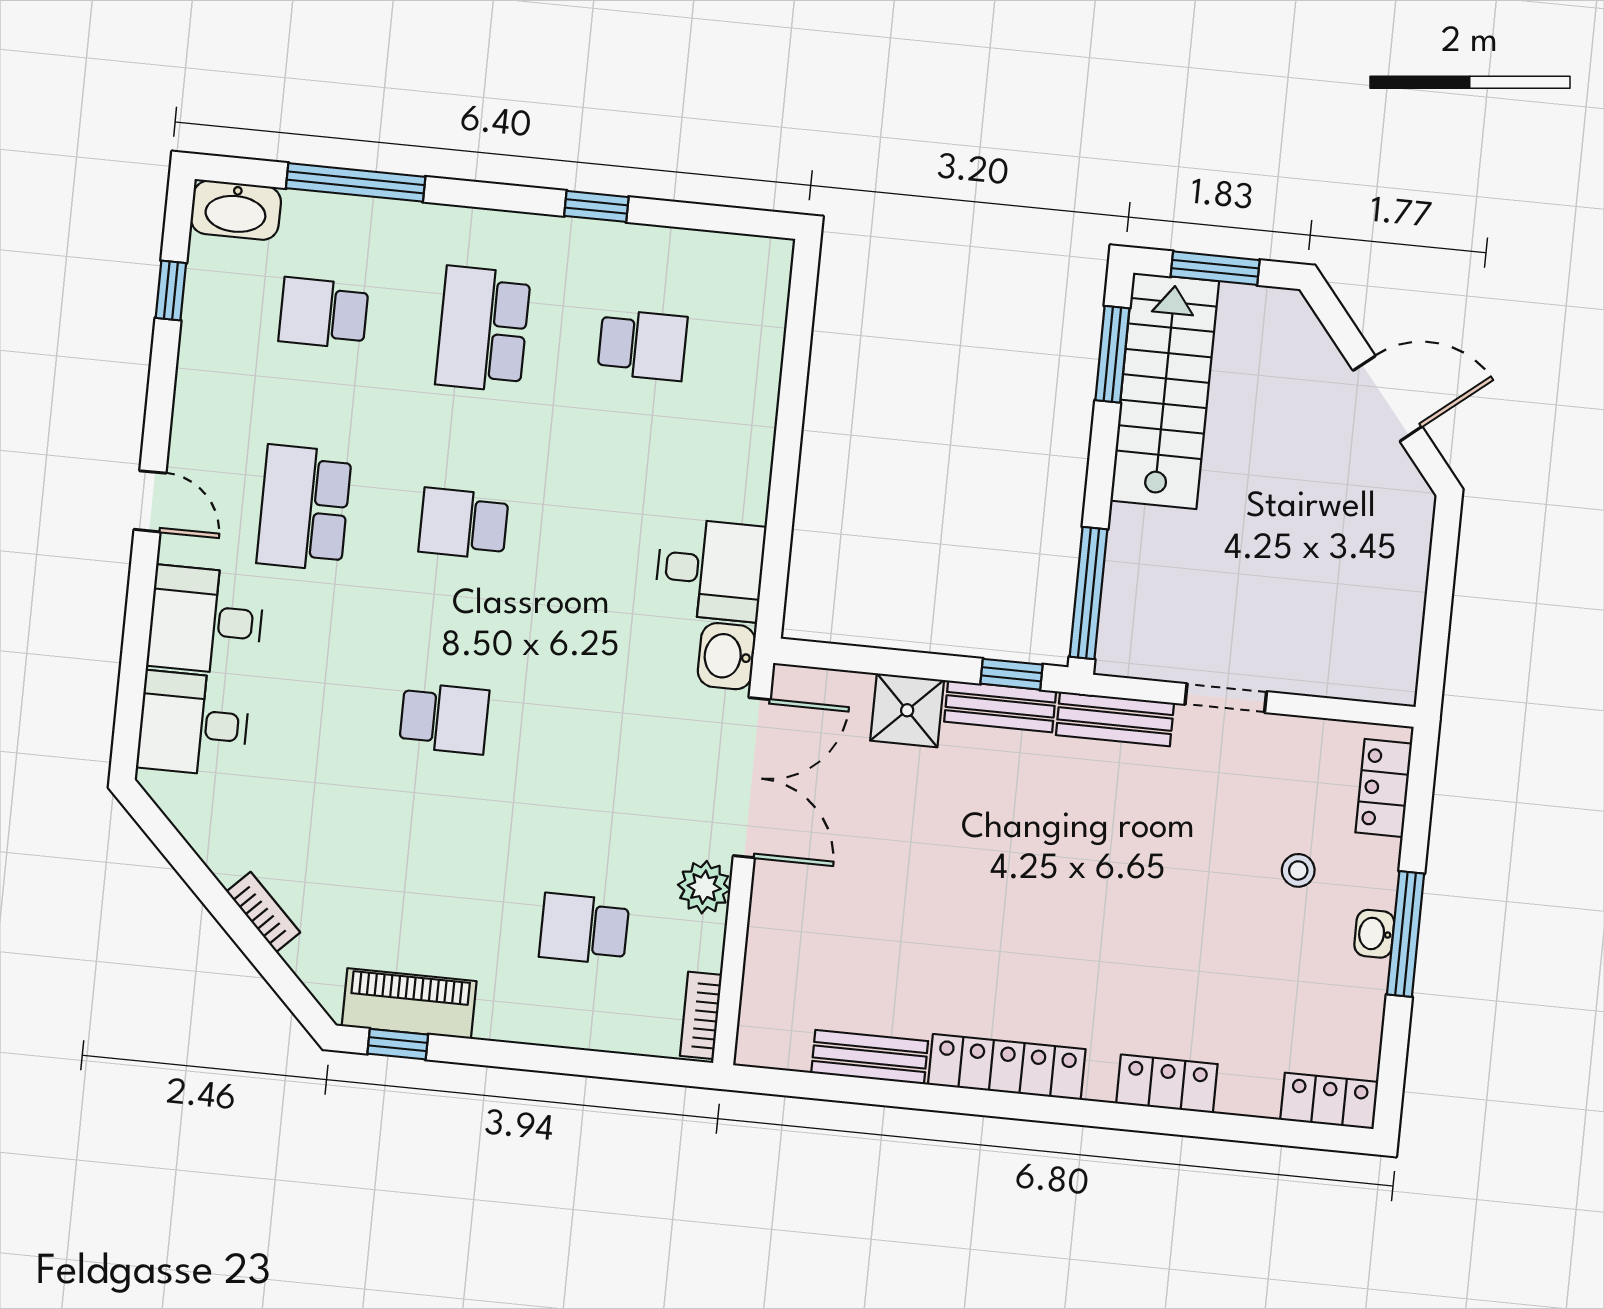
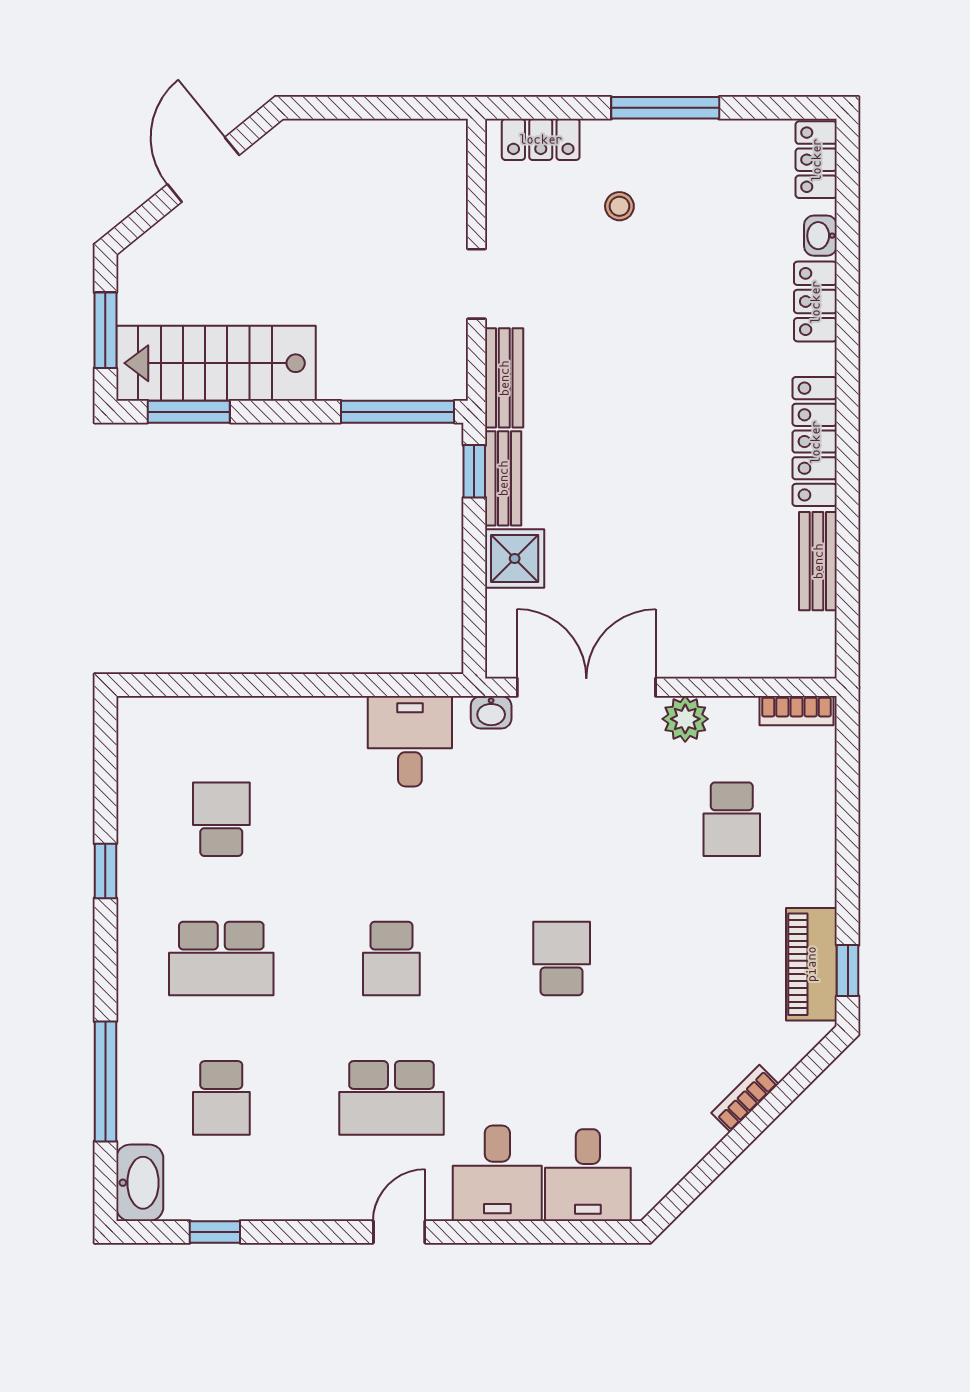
washbasin: (726, 656) -> (491, 712), width x0.72, depth x0.69
washbasin: (1374, 934) -> (820, 236), moved, turned 90

